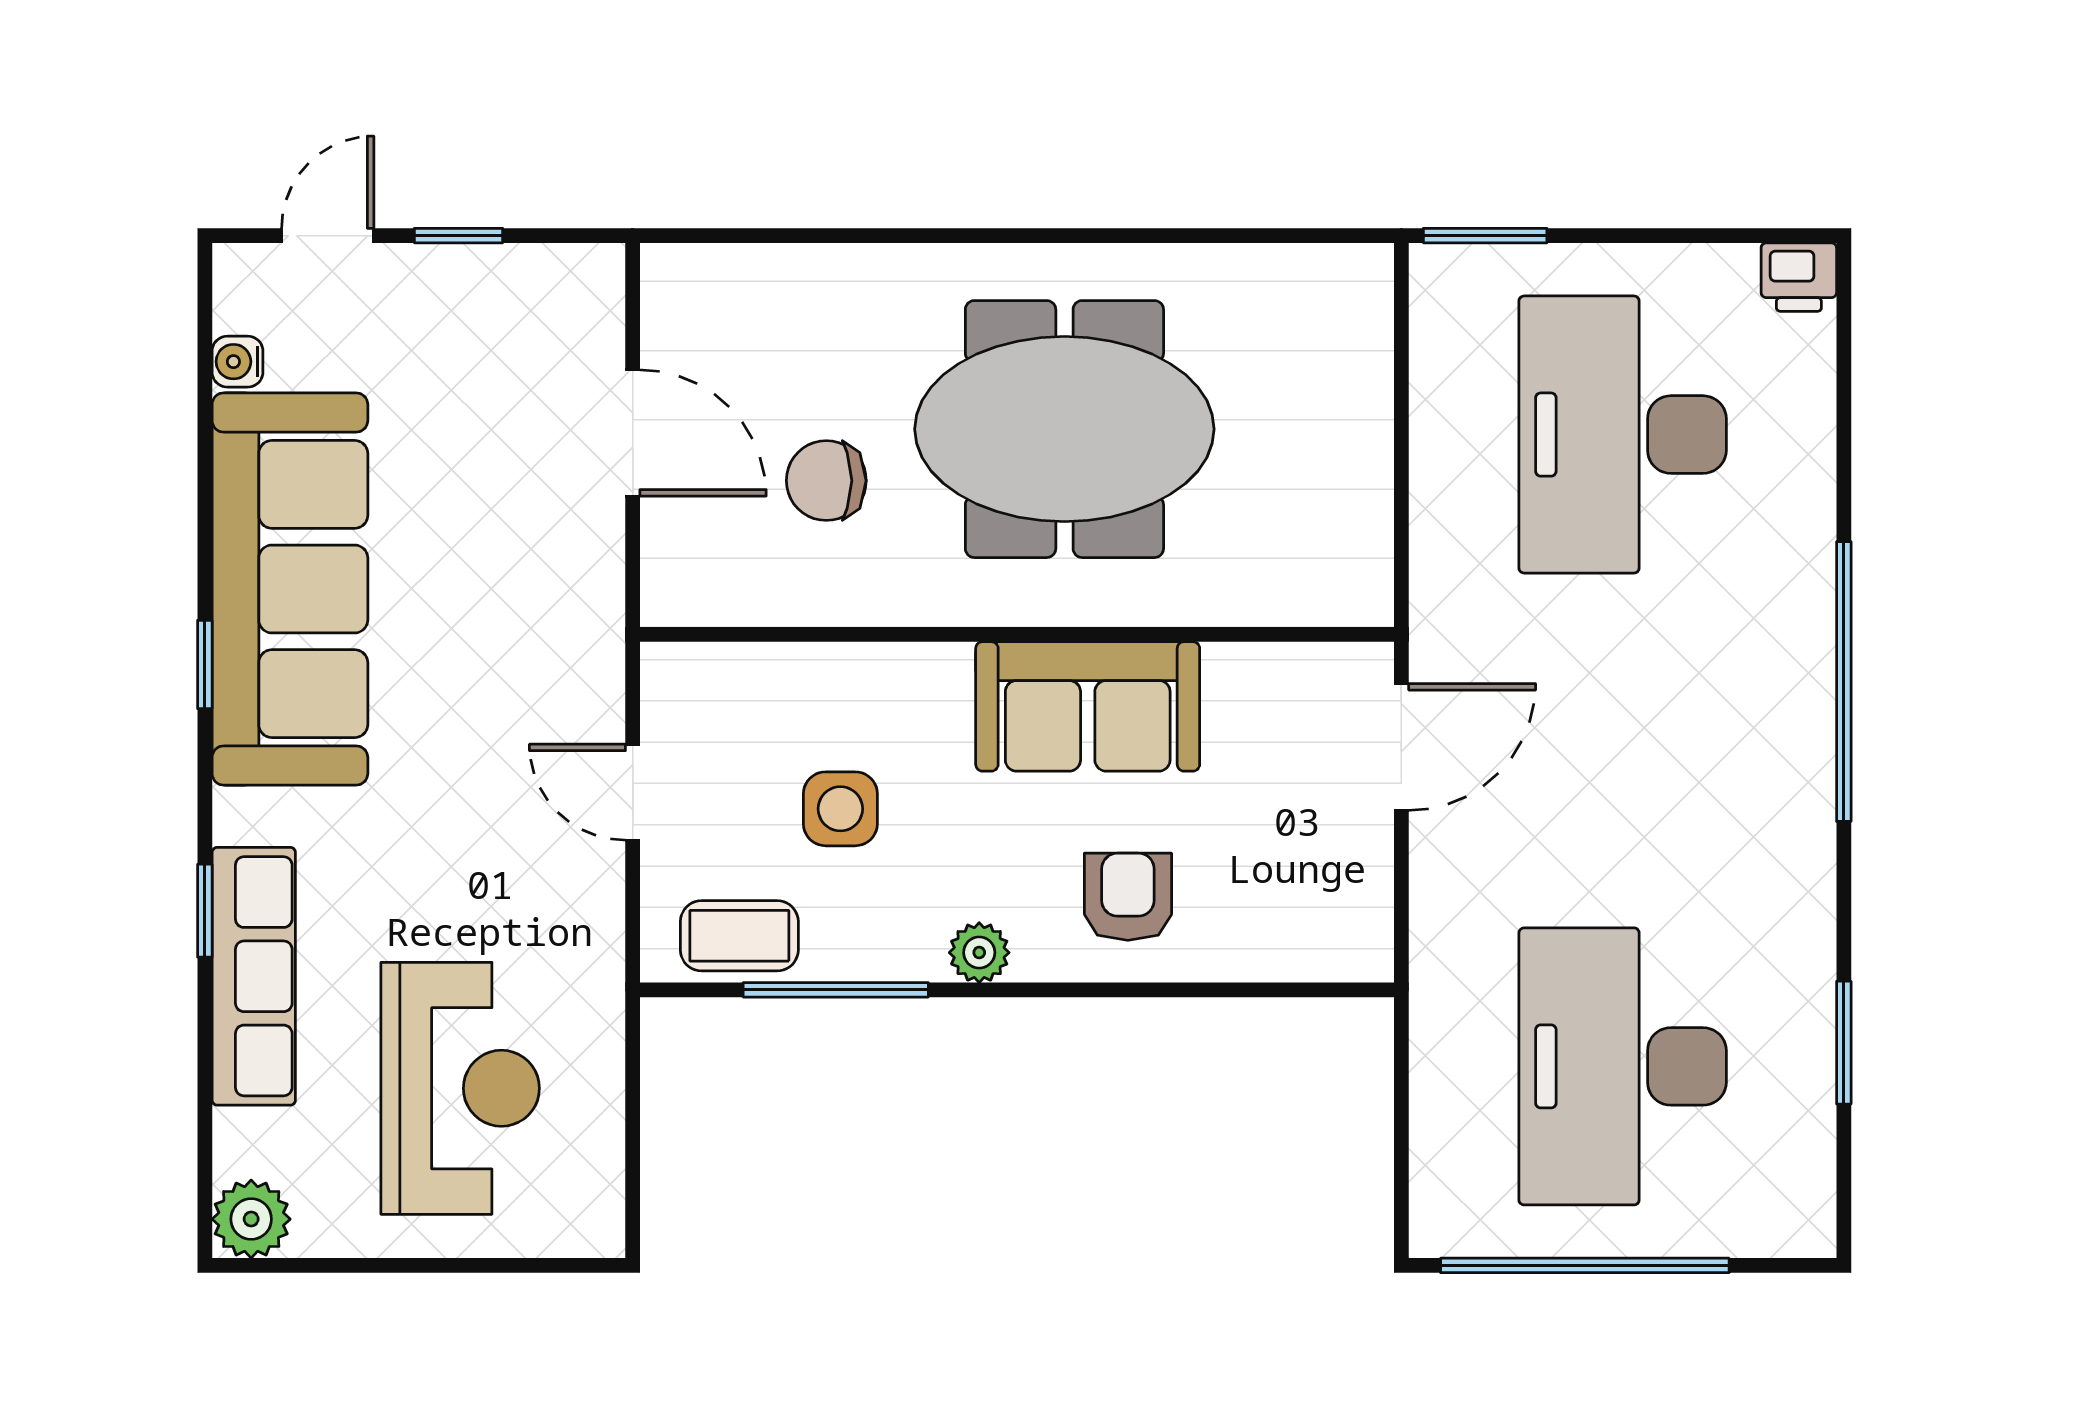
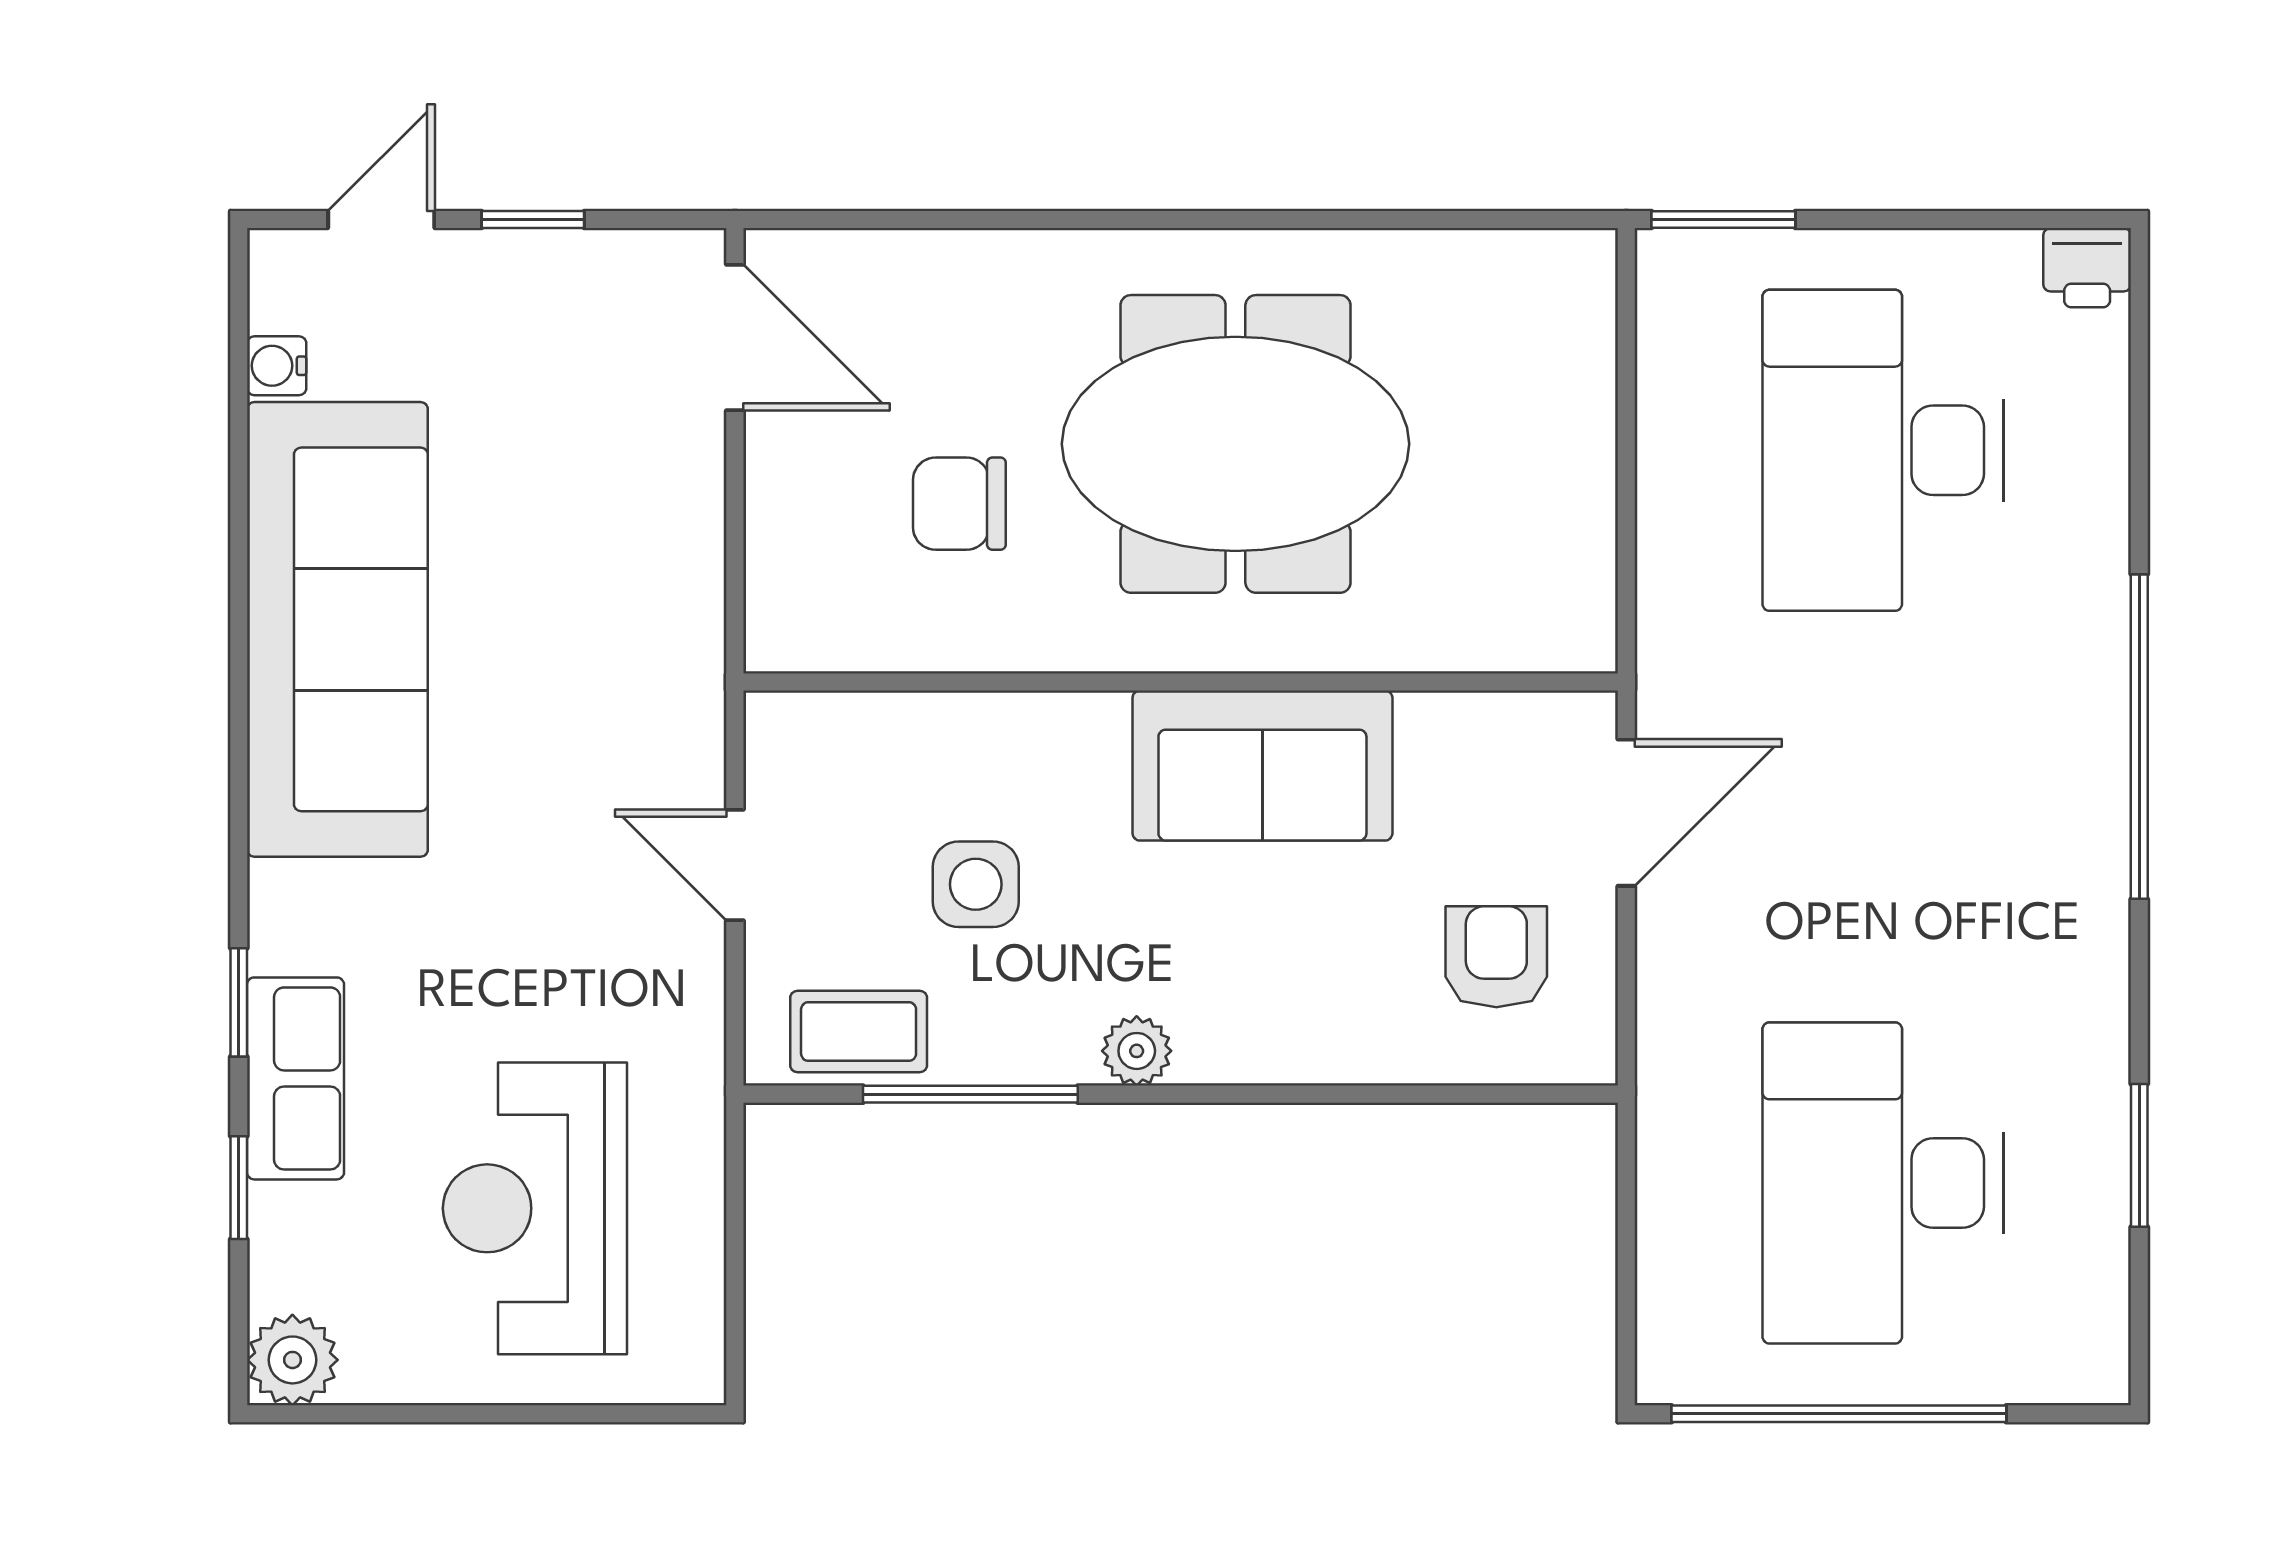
door: (633, 433) -> (735, 337), moved
window: (205, 664) -> (239, 1188), moved
armchair: (1128, 897) -> (1496, 957), moved
row of seats: (254, 976) -> (296, 1078), width x0.68
reception desk: (460, 1088) -> (535, 1208), turned 180

